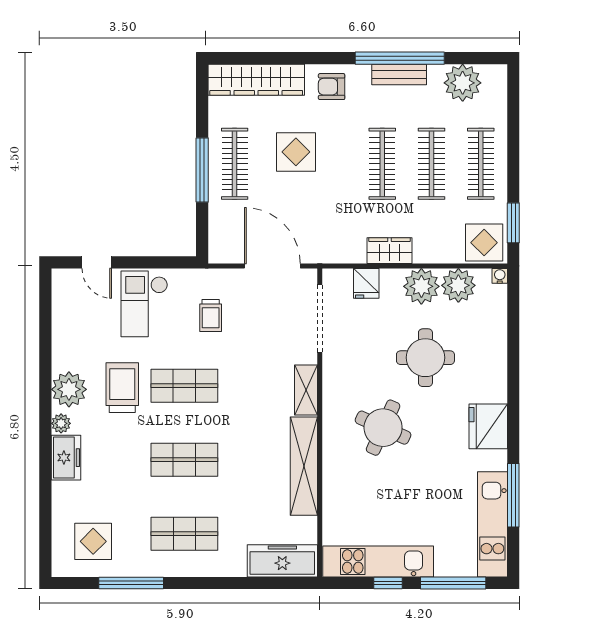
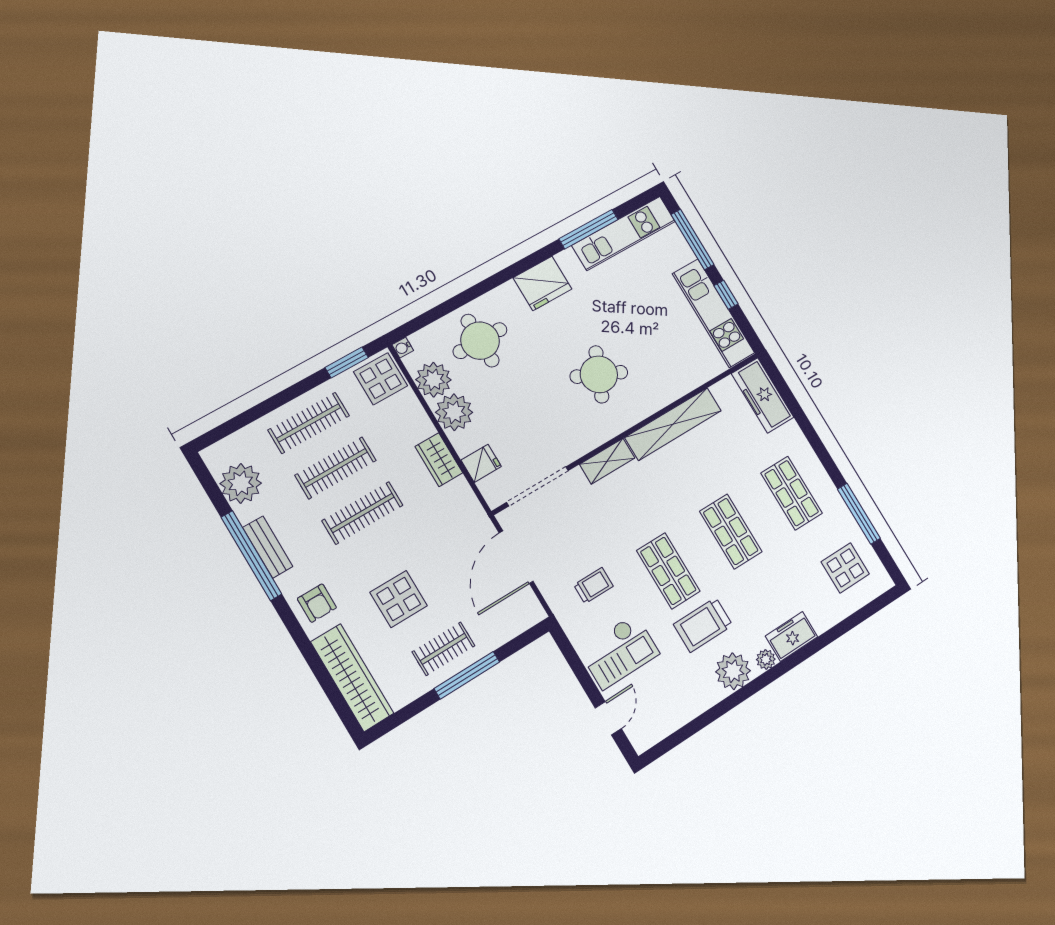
clothes rail: (235, 164) -> (443, 649), width x0.73
round table: (425, 358) -> (480, 341), moved

